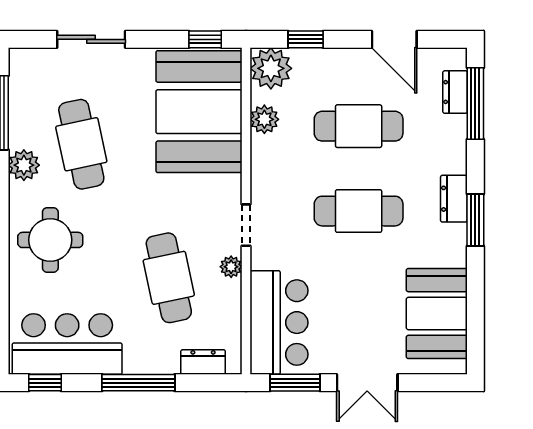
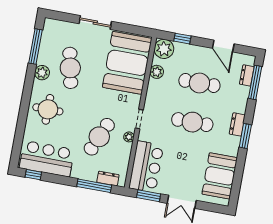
sliding door: (91, 39) -> (95, 23), moved
window: (205, 39) -> (136, 30), removed
cafe table: (169, 278) -> (99, 137), turned 36
window: (138, 383) -> (94, 186), moved

